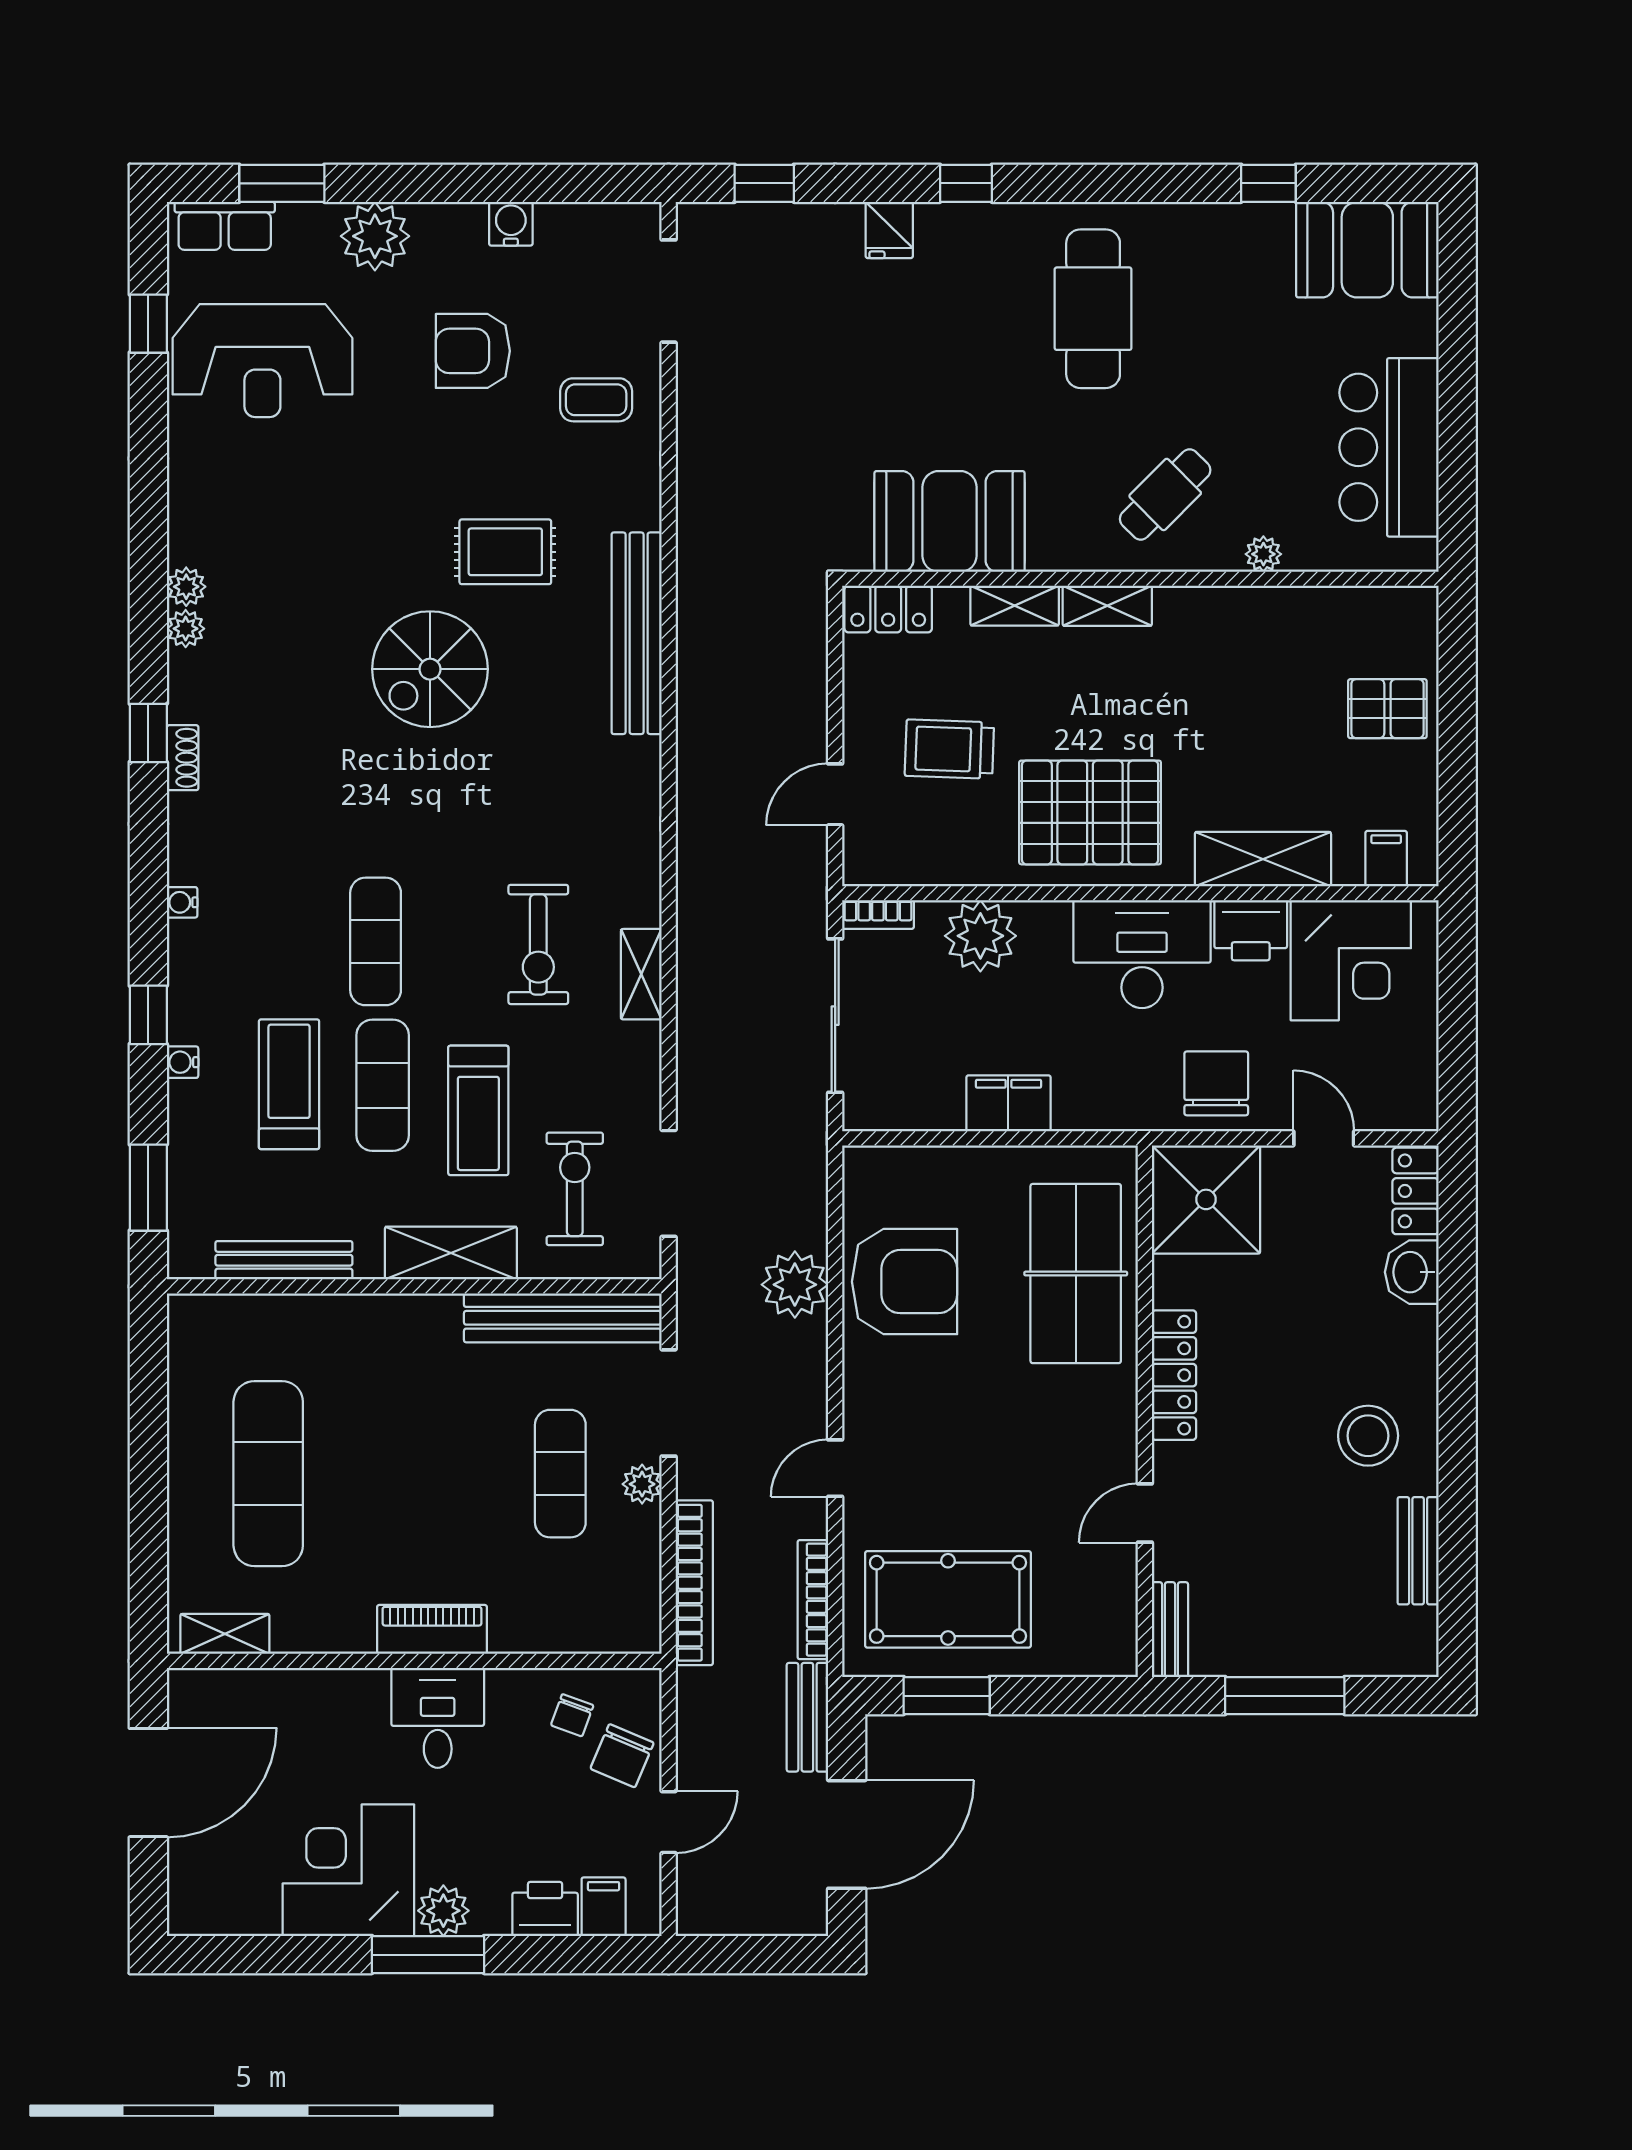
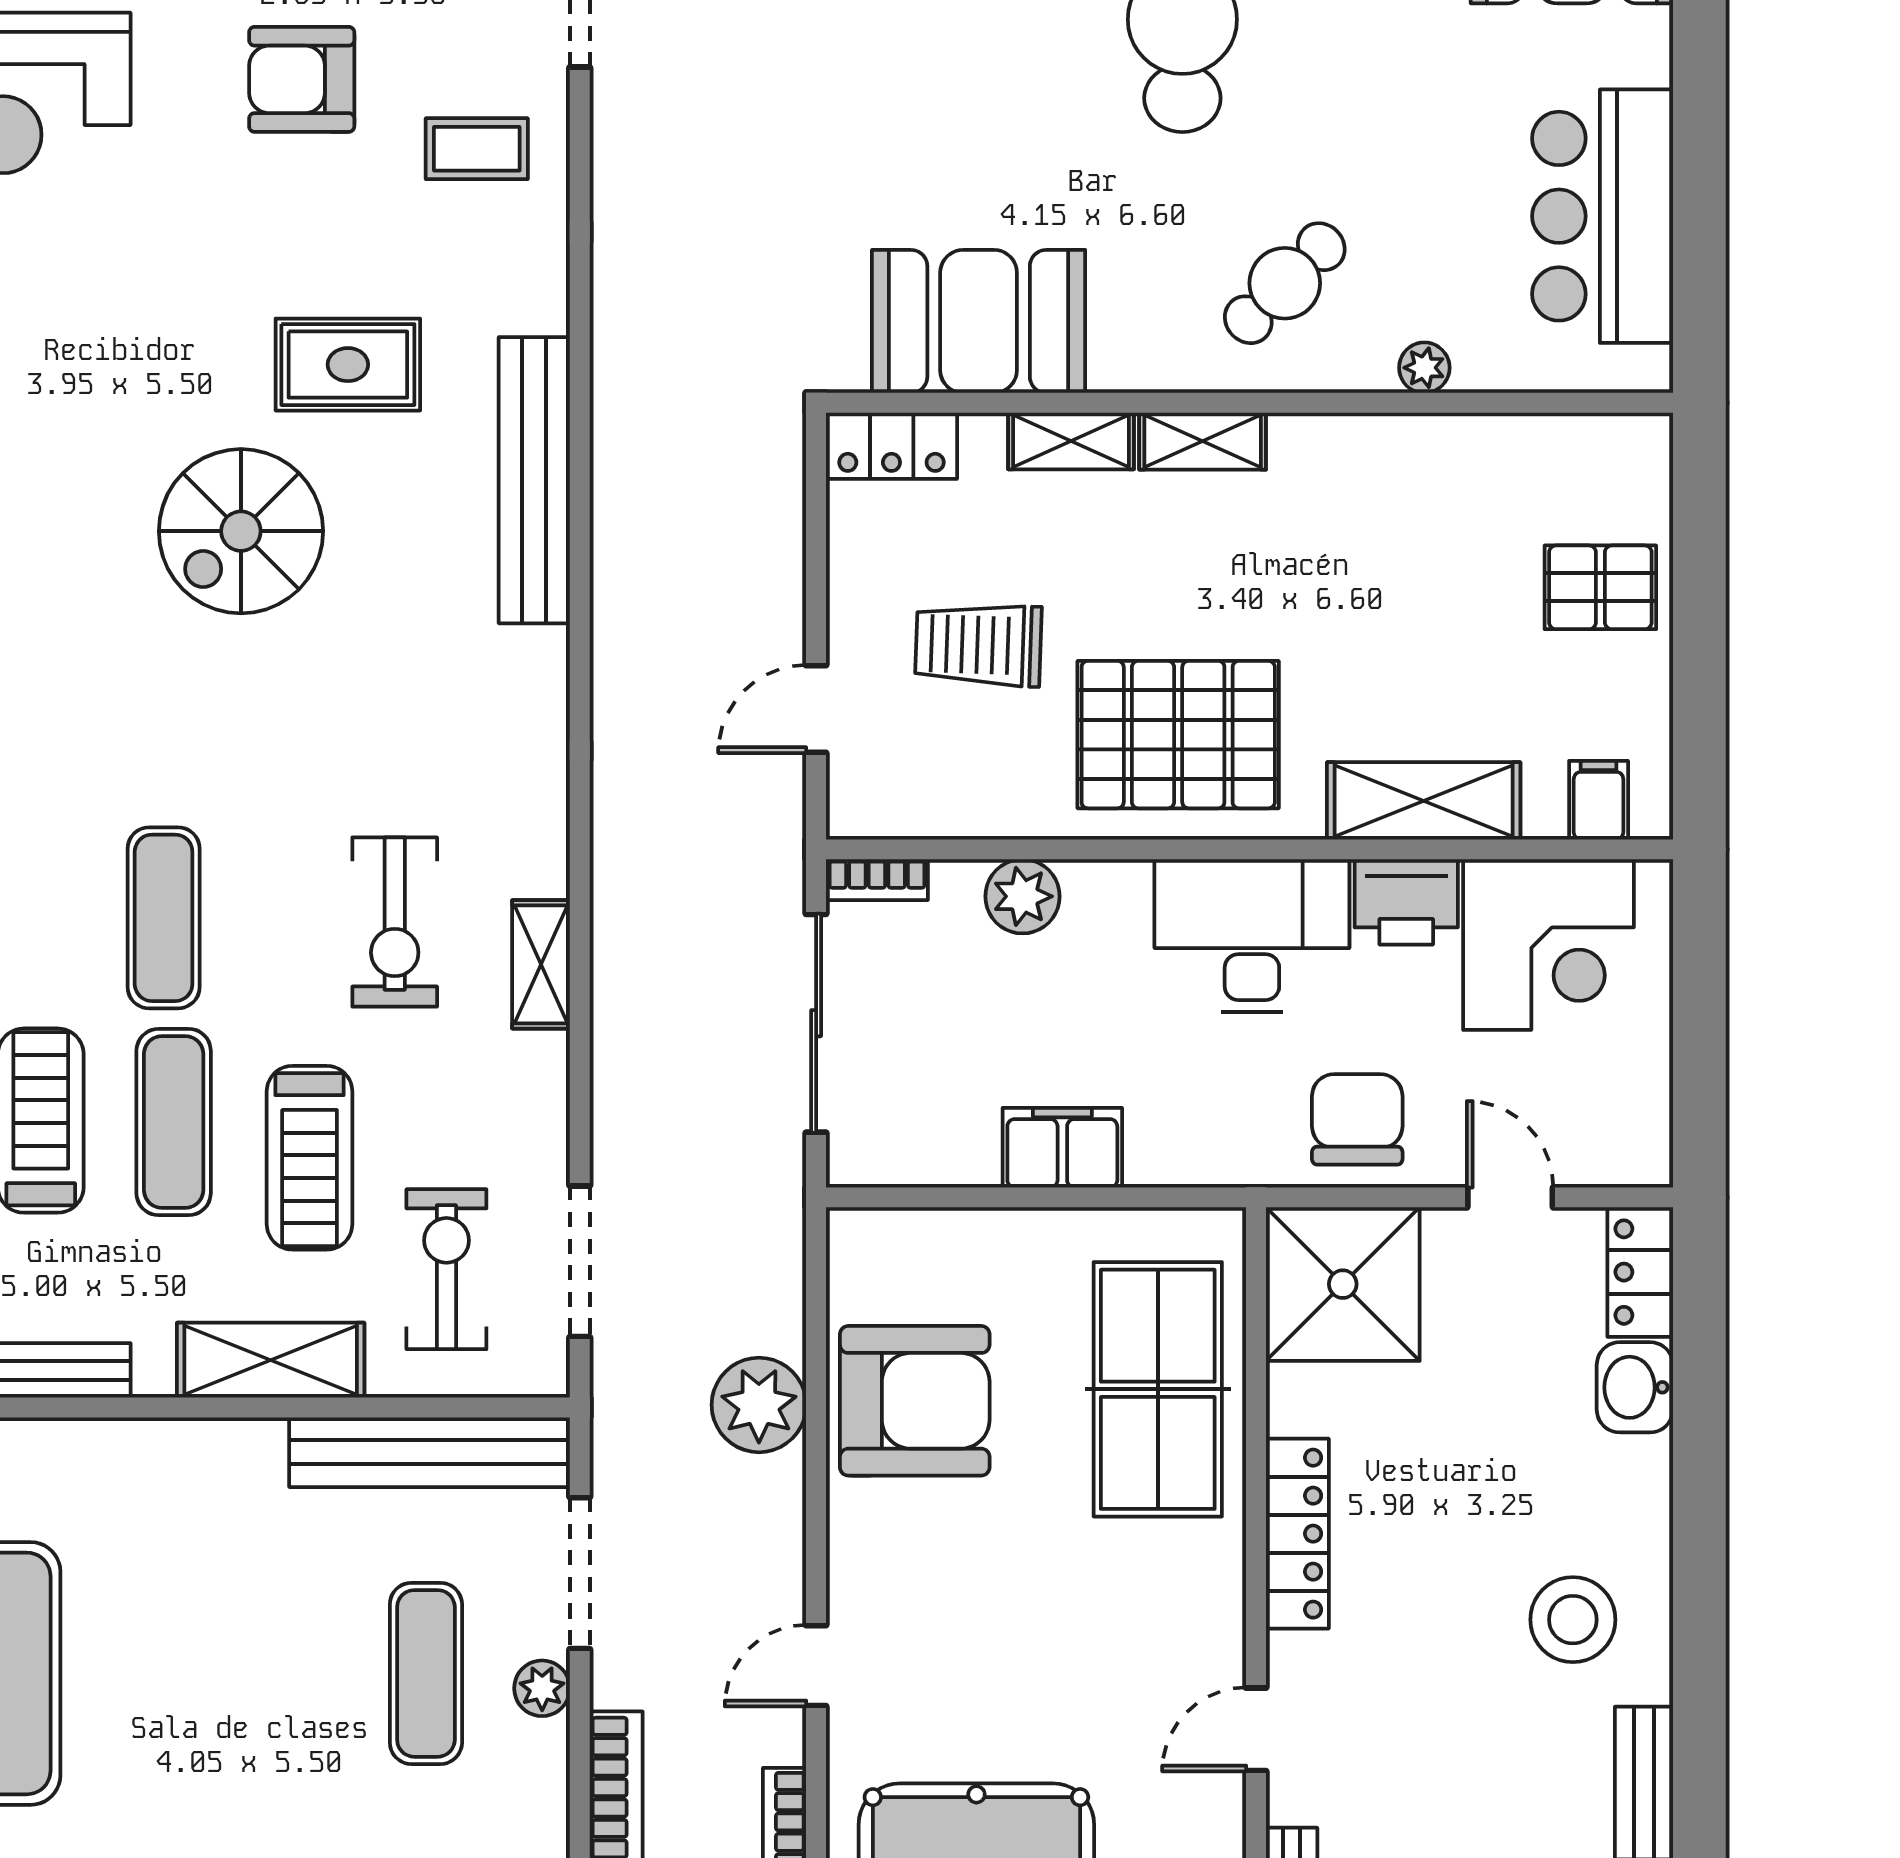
plant: (980, 936) -> (1022, 896), width x0.73, depth x0.73

